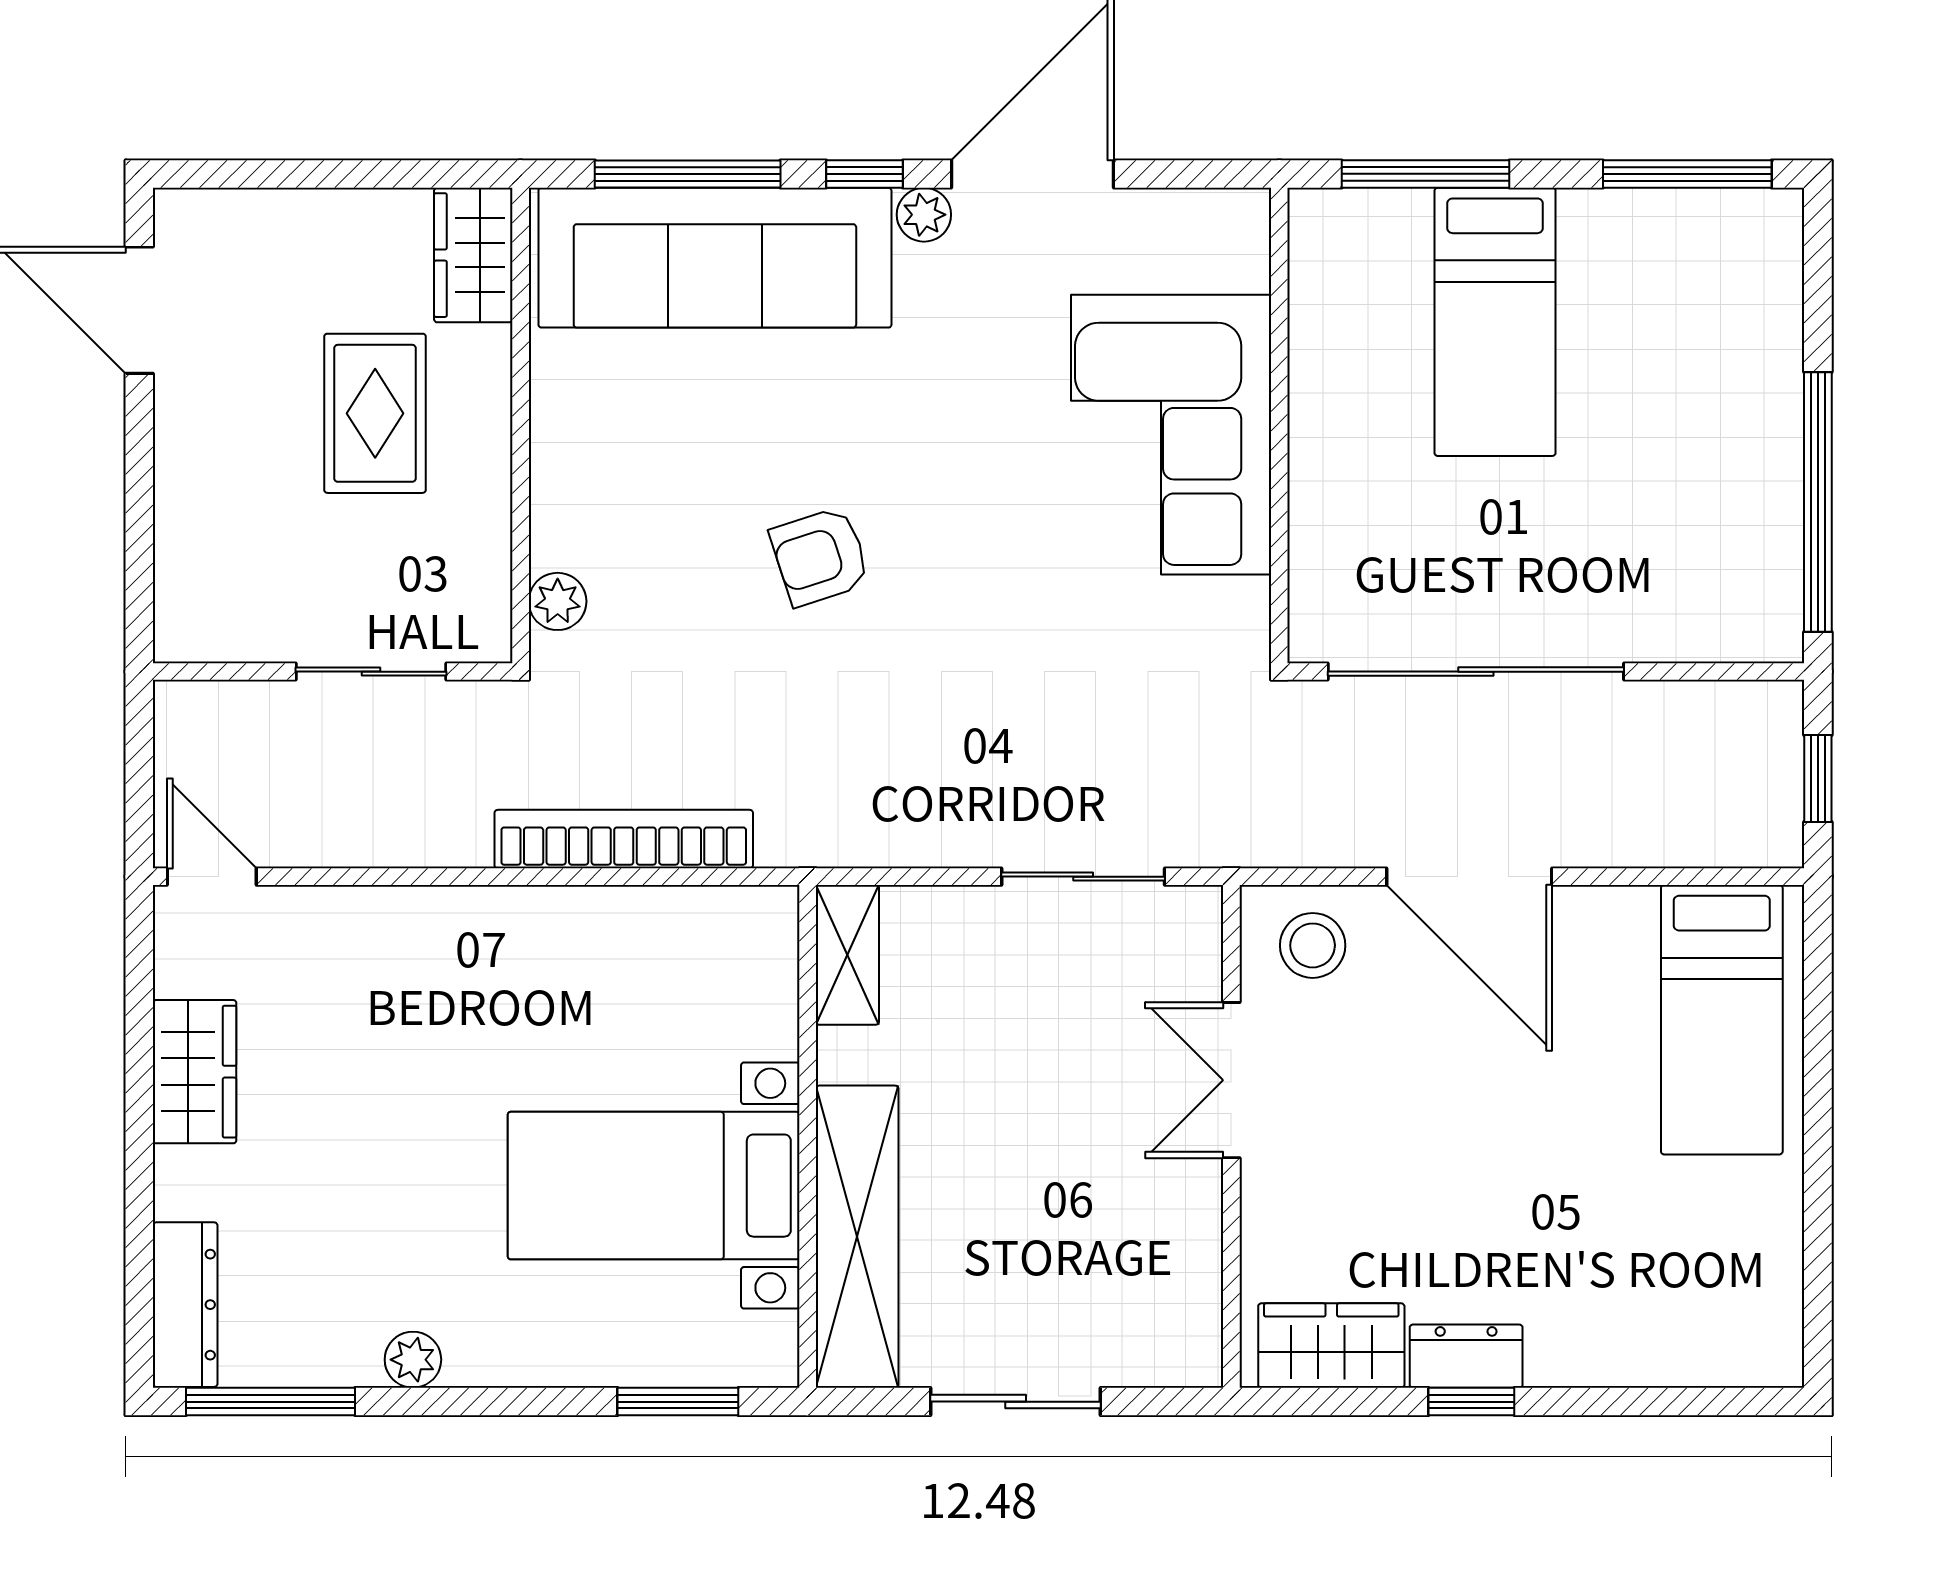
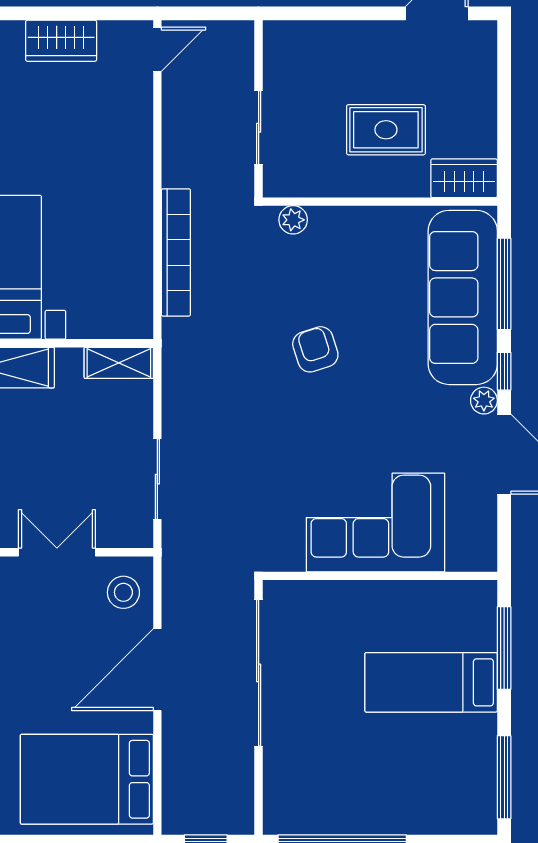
bed: (1722, 1020) -> (87, 779), width x1.50

